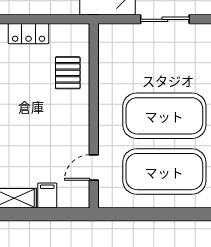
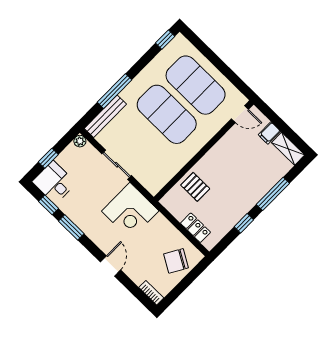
pallet: (68, 73) -> (195, 187), turned 90
door: (94, 168) -> (240, 114), moved

